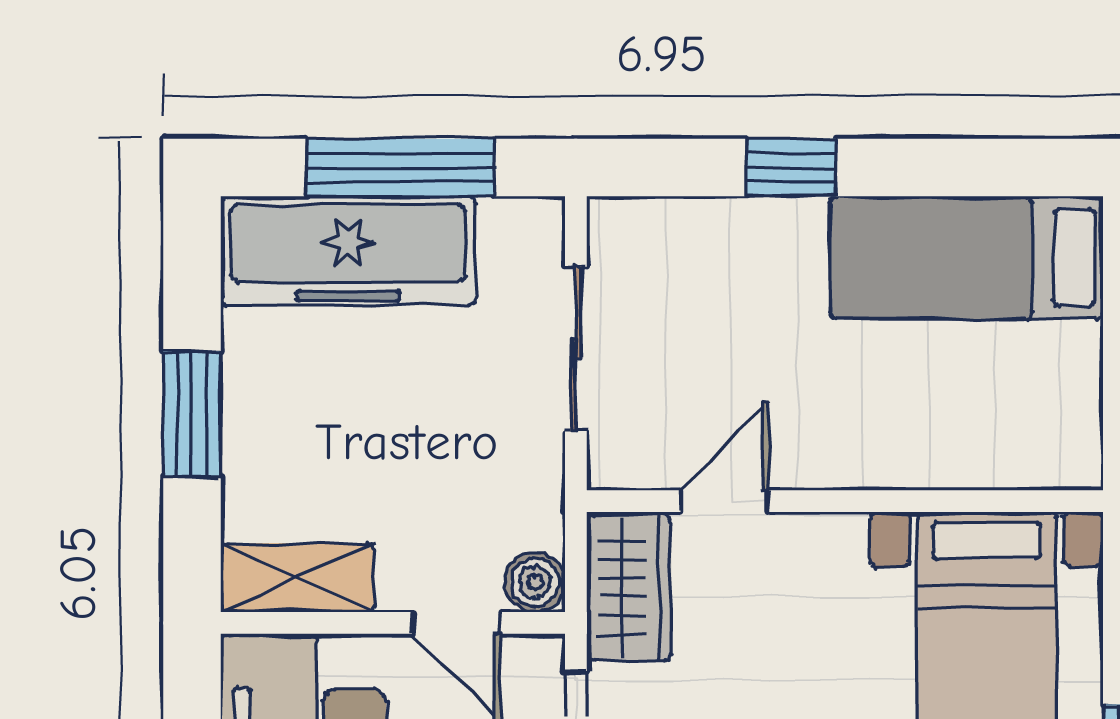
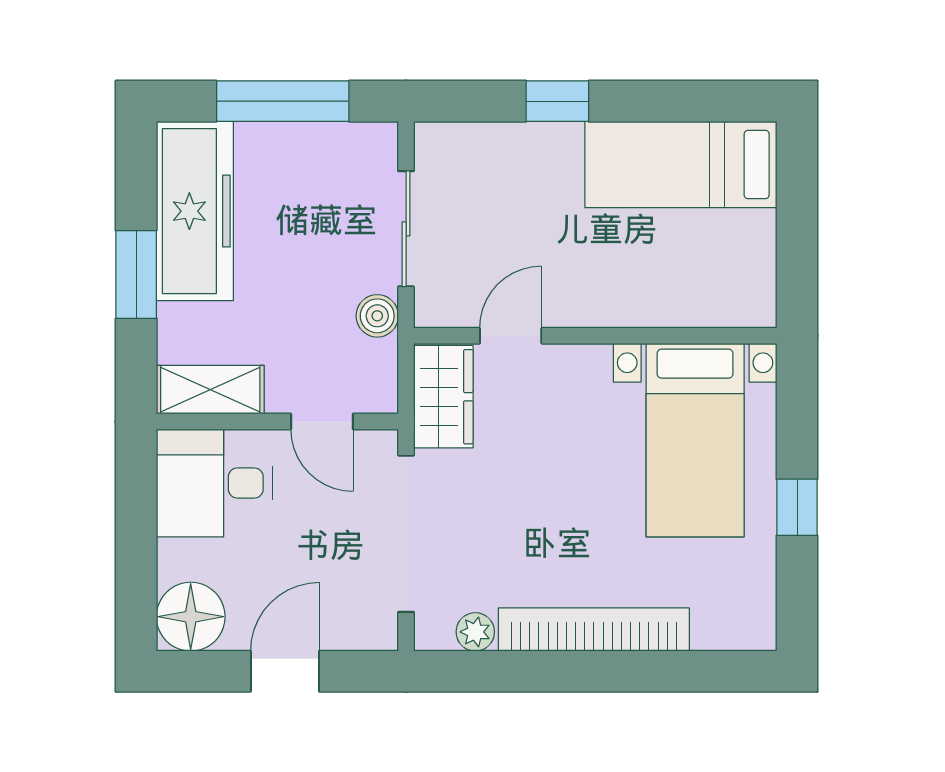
freezer: (348, 251) -> (195, 211), moved, turned -90
boiler: (535, 582) -> (377, 316), moved

